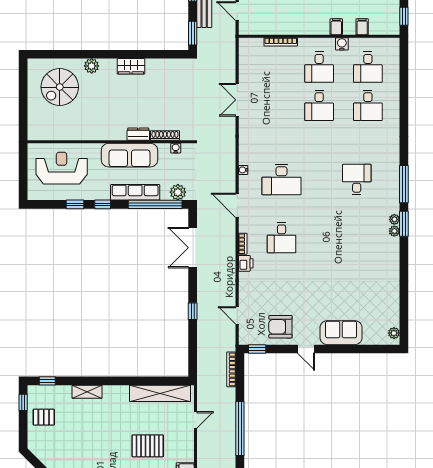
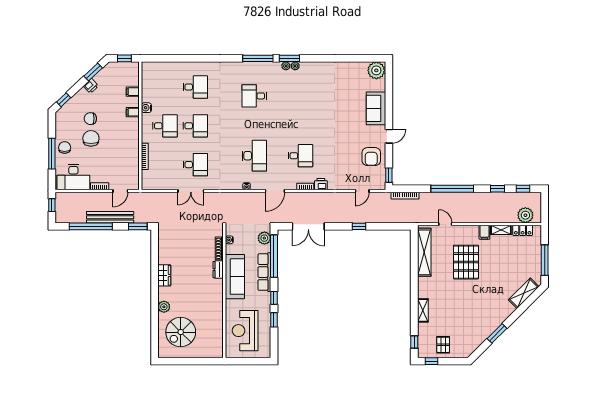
desk: (368, 67) -> (195, 165), moved
spiral stairs: (60, 87) -> (181, 332), turned 90
plant: (394, 333) -> (376, 70), width x1.87, depth x1.87
pallet: (148, 446) -> (466, 262), width x1.37, depth x1.41

